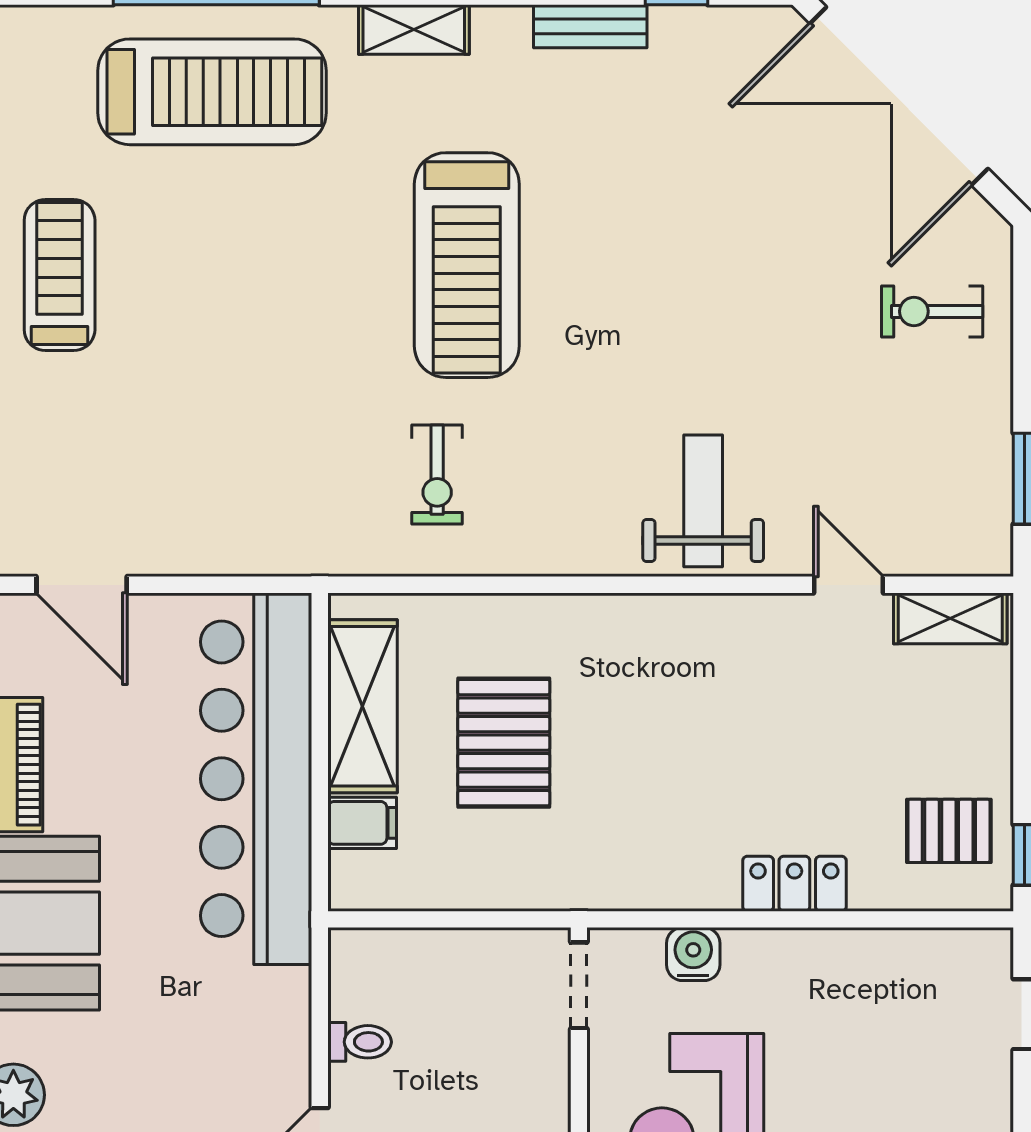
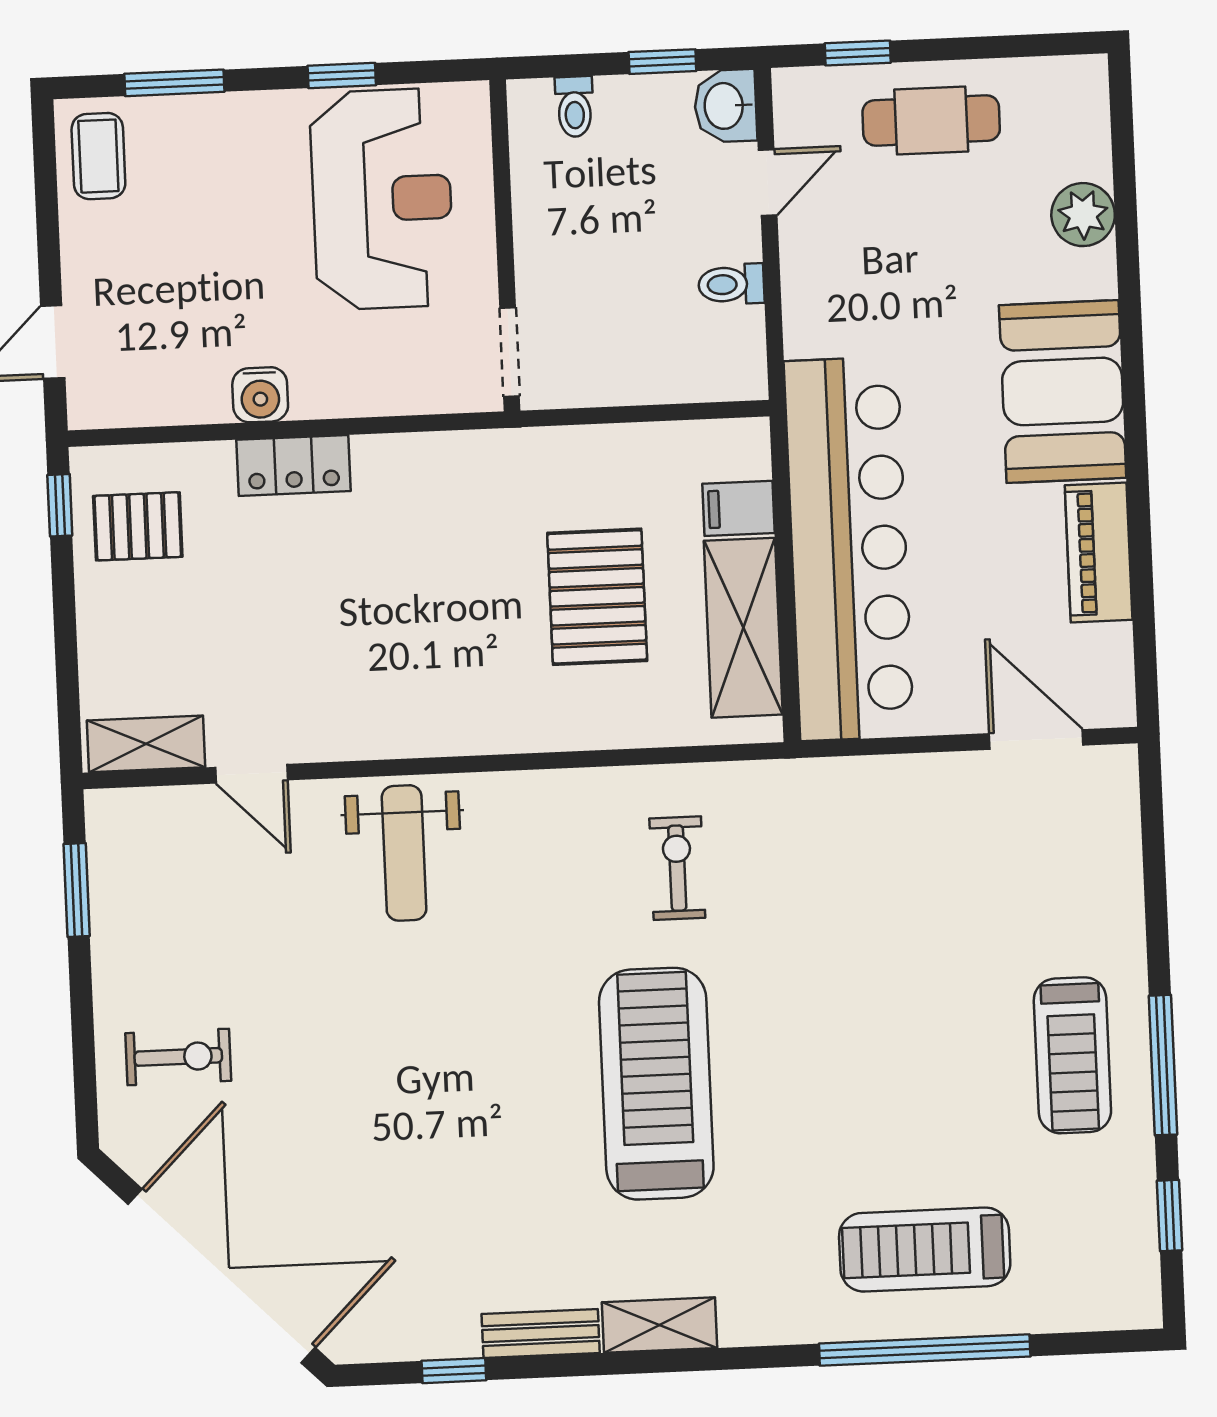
shelving: (414, 29) -> (659, 1325), moved
treadmill: (212, 92) -> (925, 1250), width x0.73, depth x0.73
water cooler: (693, 954) -> (260, 395), moved

